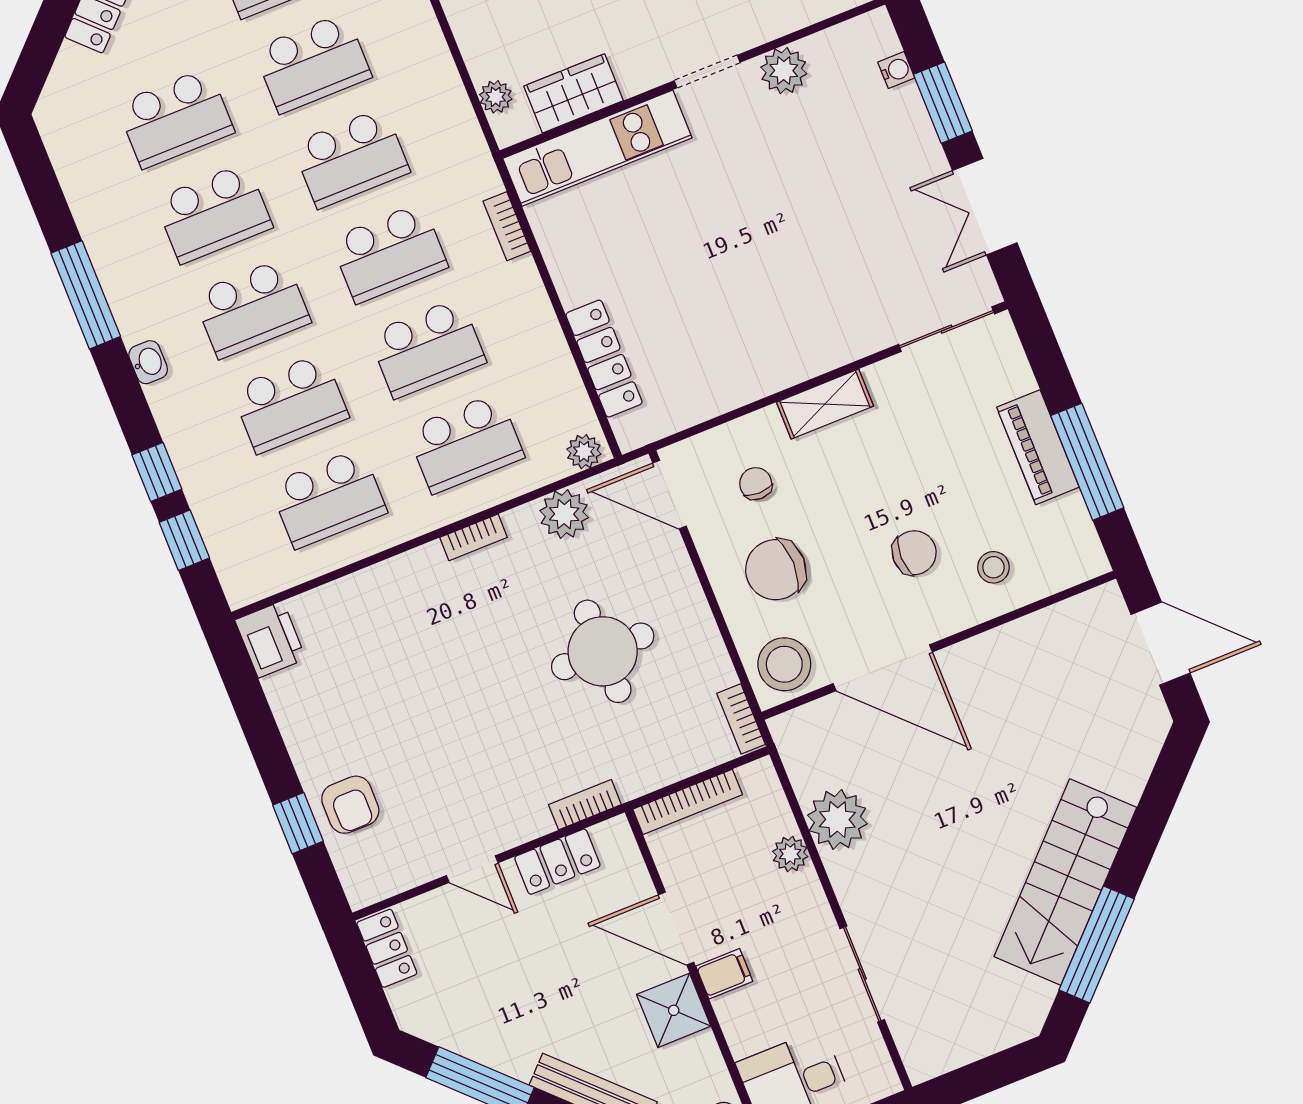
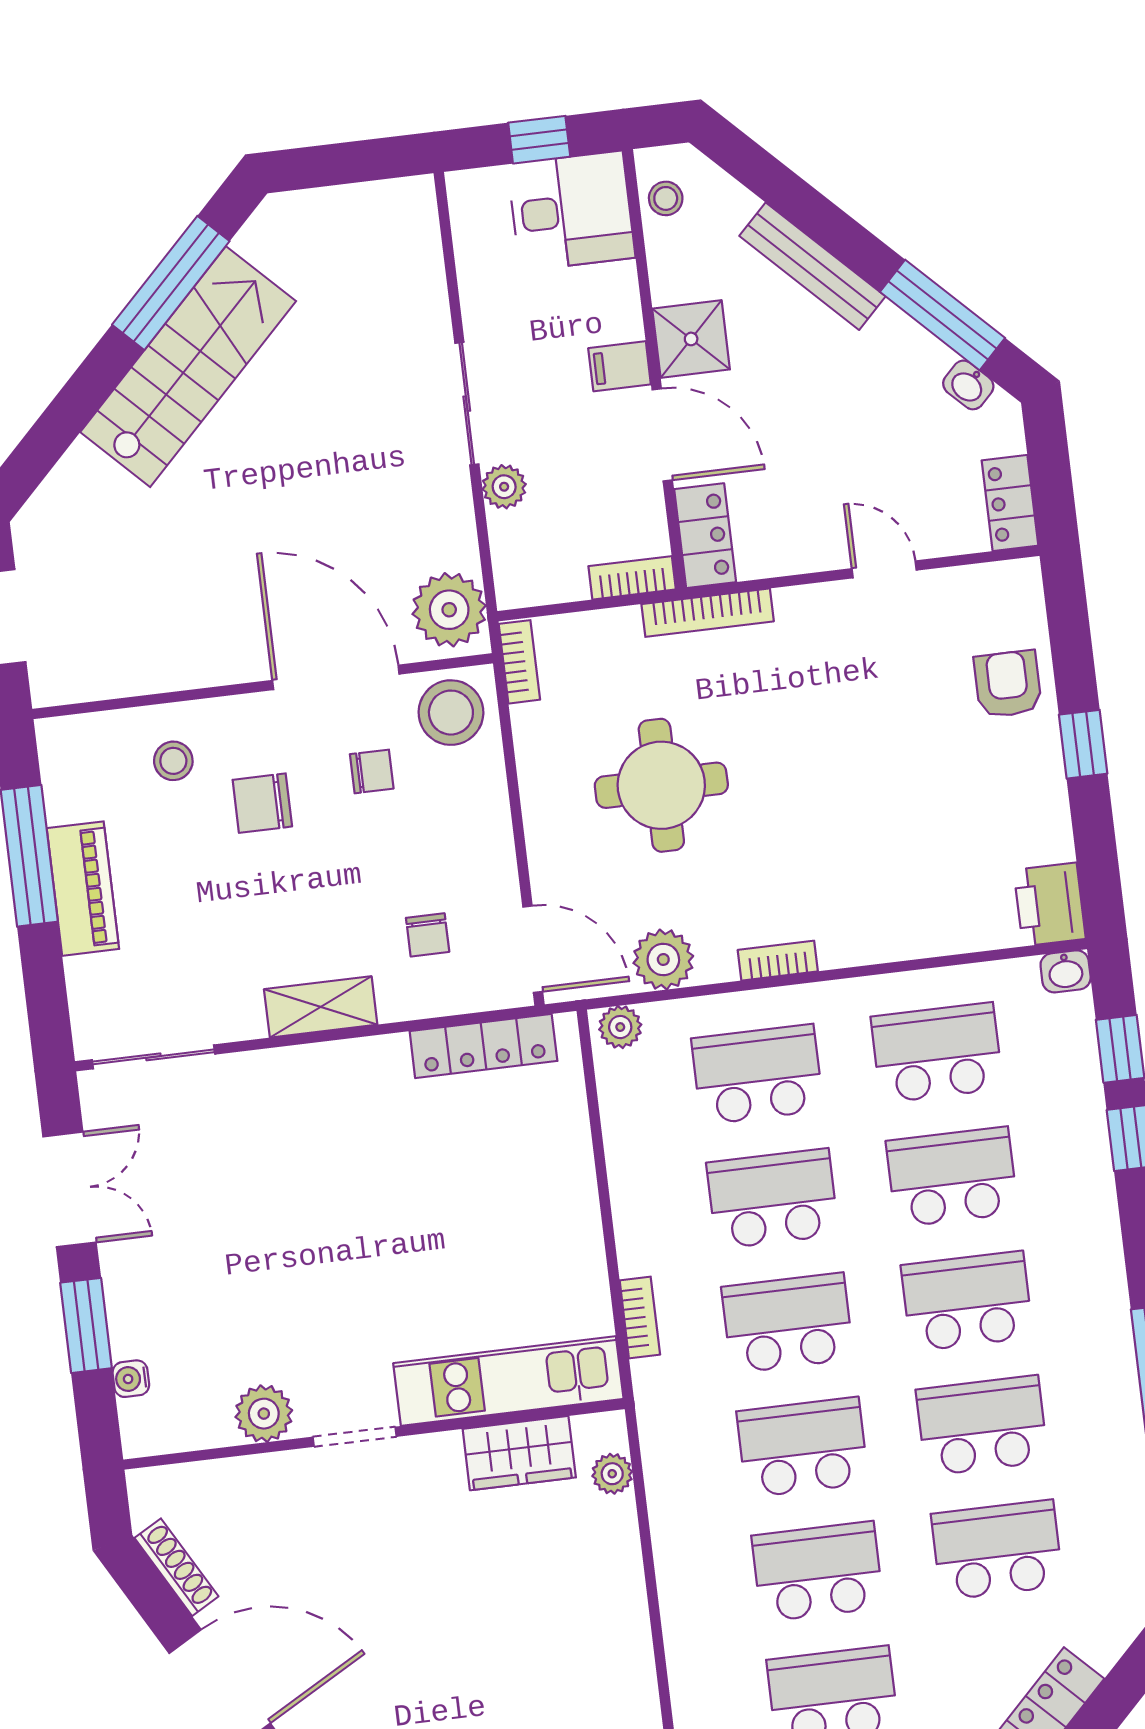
locker: (604, 359) -> (483, 1046), moved, turned -90
washbasin: (148, 362) -> (1066, 971), moved, turned -90
chair: (776, 570) -> (372, 771), moved, width x0.54, depth x0.54
bookcase: (688, 802) -> (632, 578), width x0.64
bookcase: (585, 805) -> (708, 613), width x1.56
plant: (837, 820) -> (449, 610), moved
window: (298, 823) -> (1083, 744), moved
locker: (557, 862) -> (705, 536), moved, turned 90
sliding door: (862, 974) -> (467, 404), moved
washbasin: (445, 1033) -> (968, 385), added

